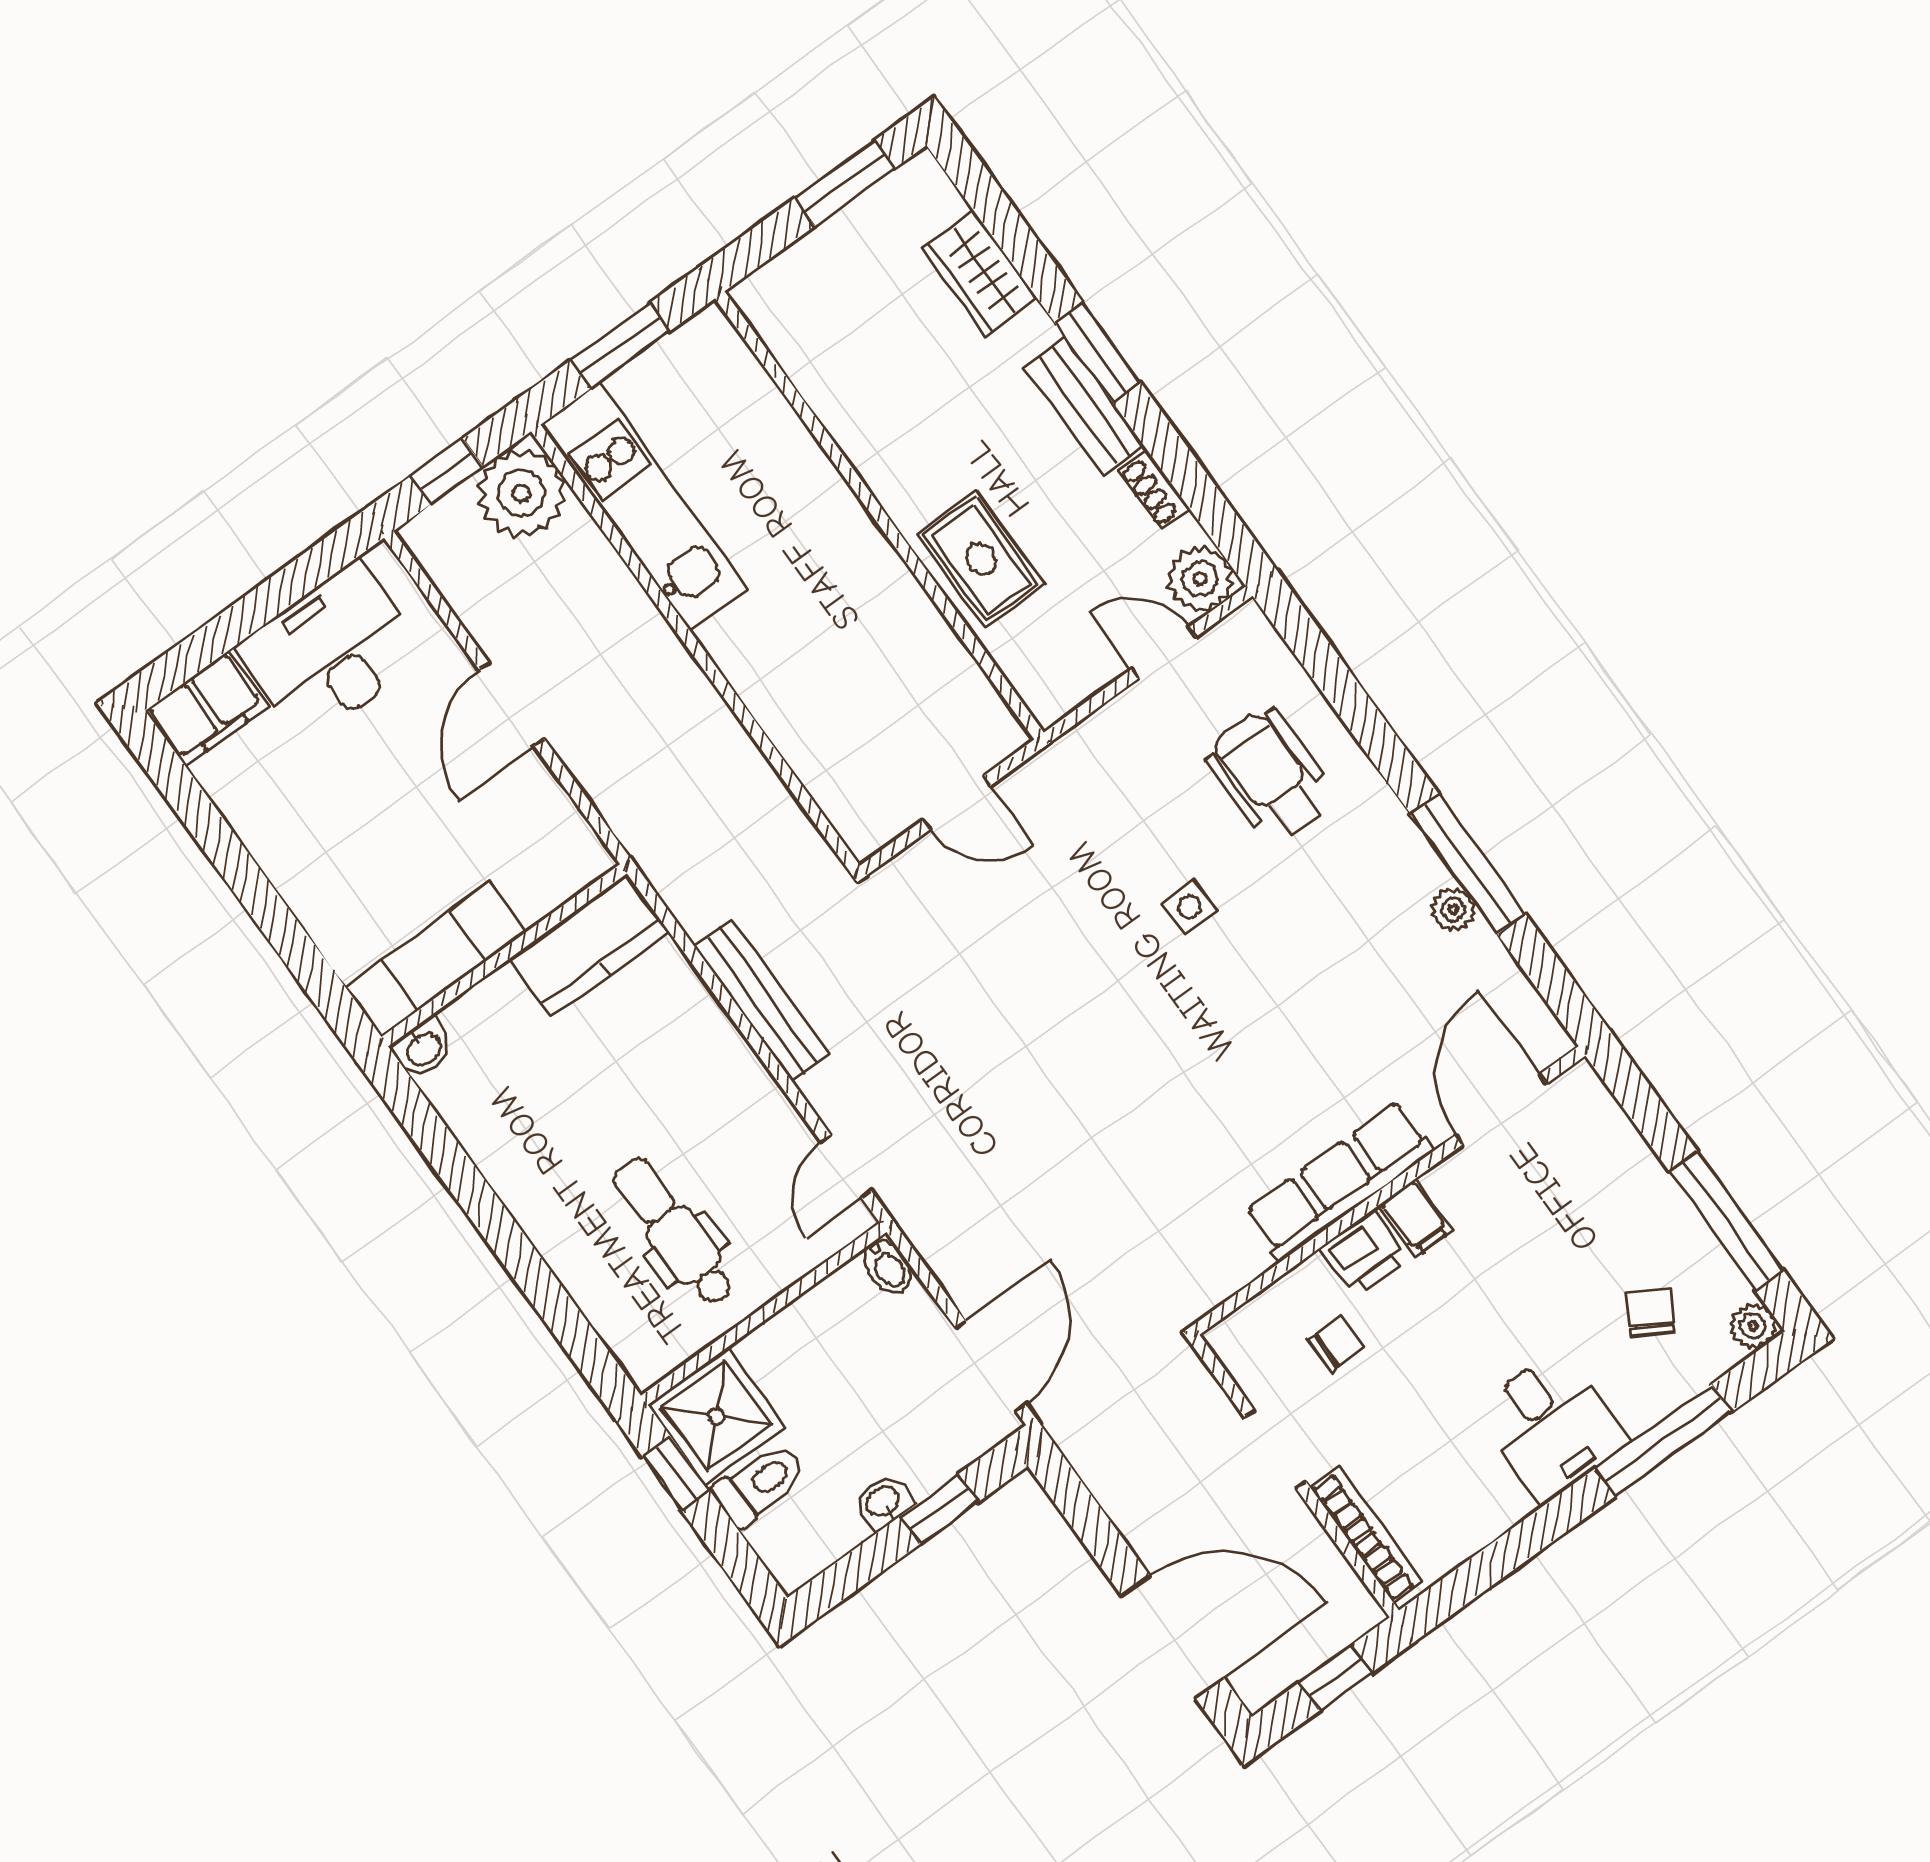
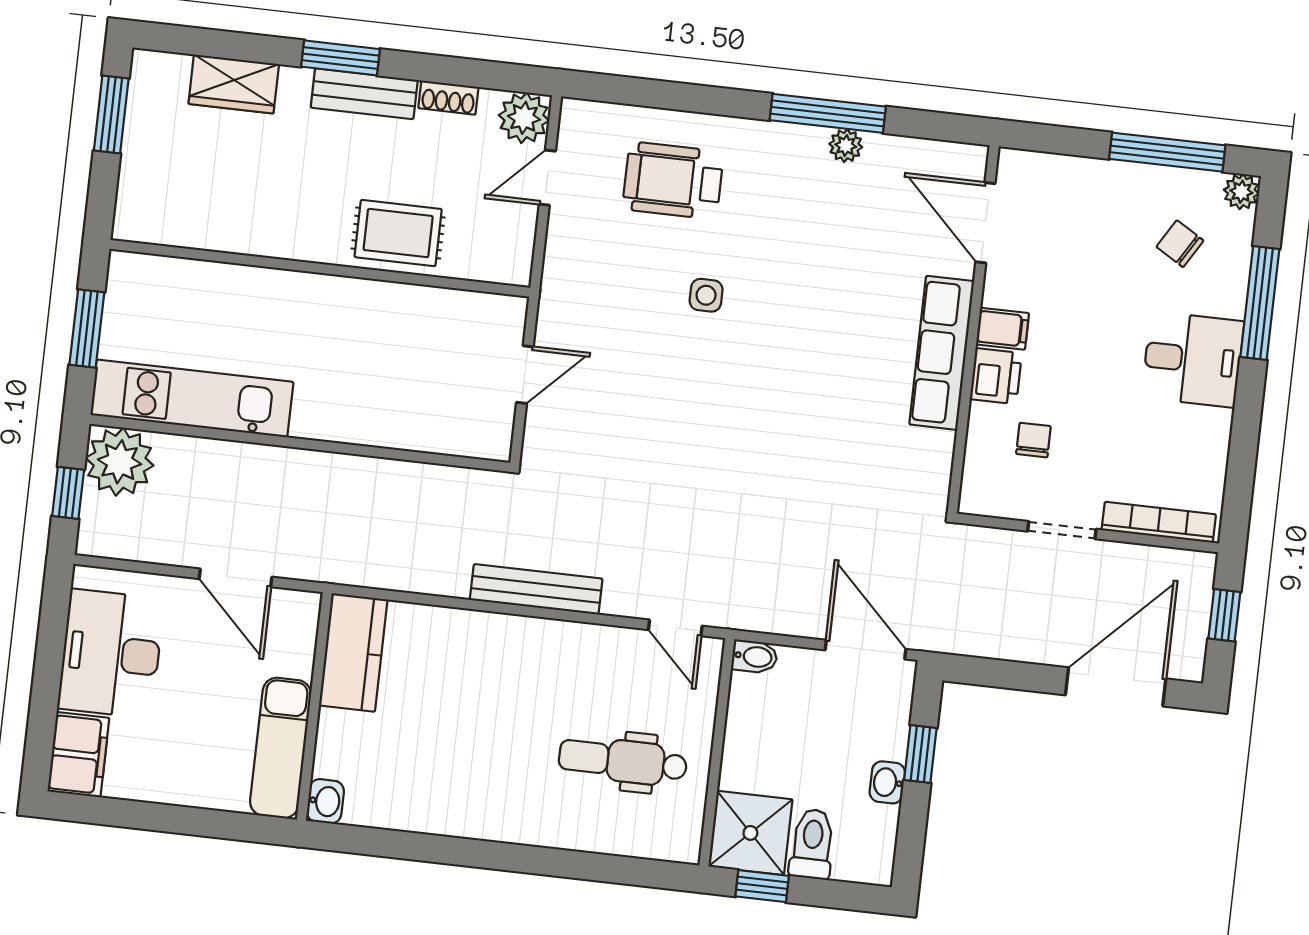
kitchen counter: (589, 945) -> (353, 653), moved
wall: (504, 955) -> (314, 706), moved
exam couch: (435, 959) -> (281, 748), moved
washbasin: (423, 1048) -> (325, 801), moved

